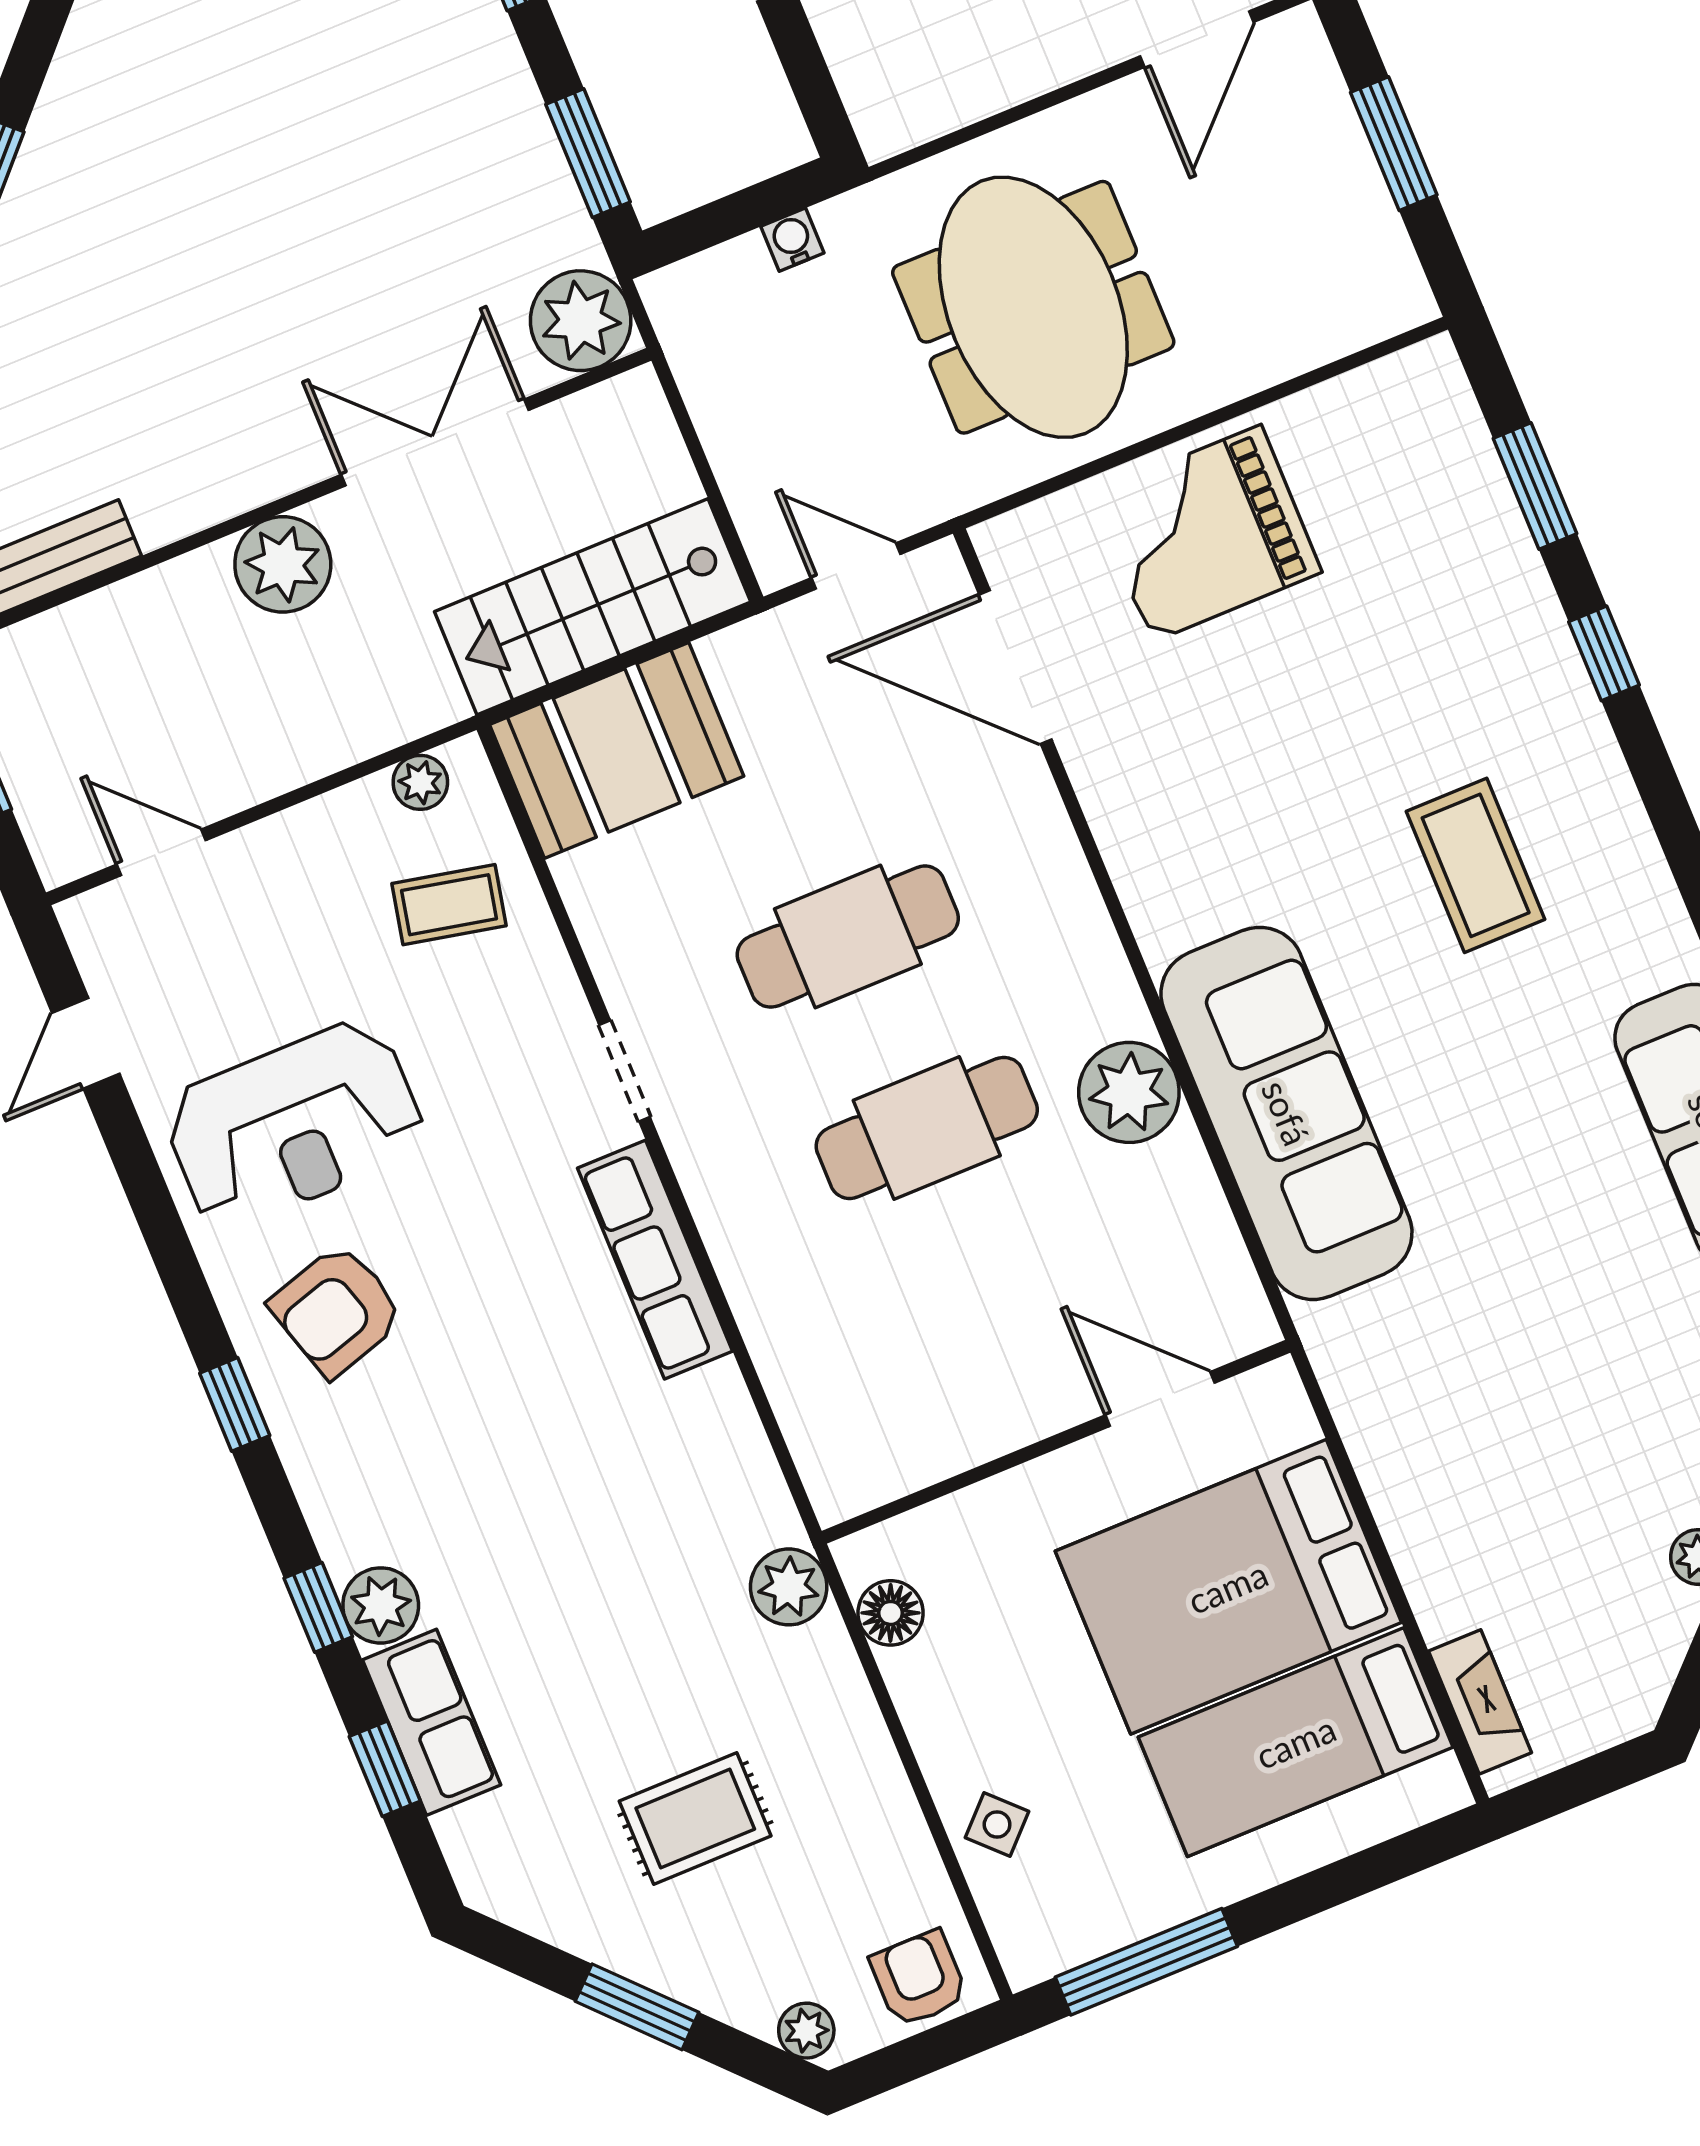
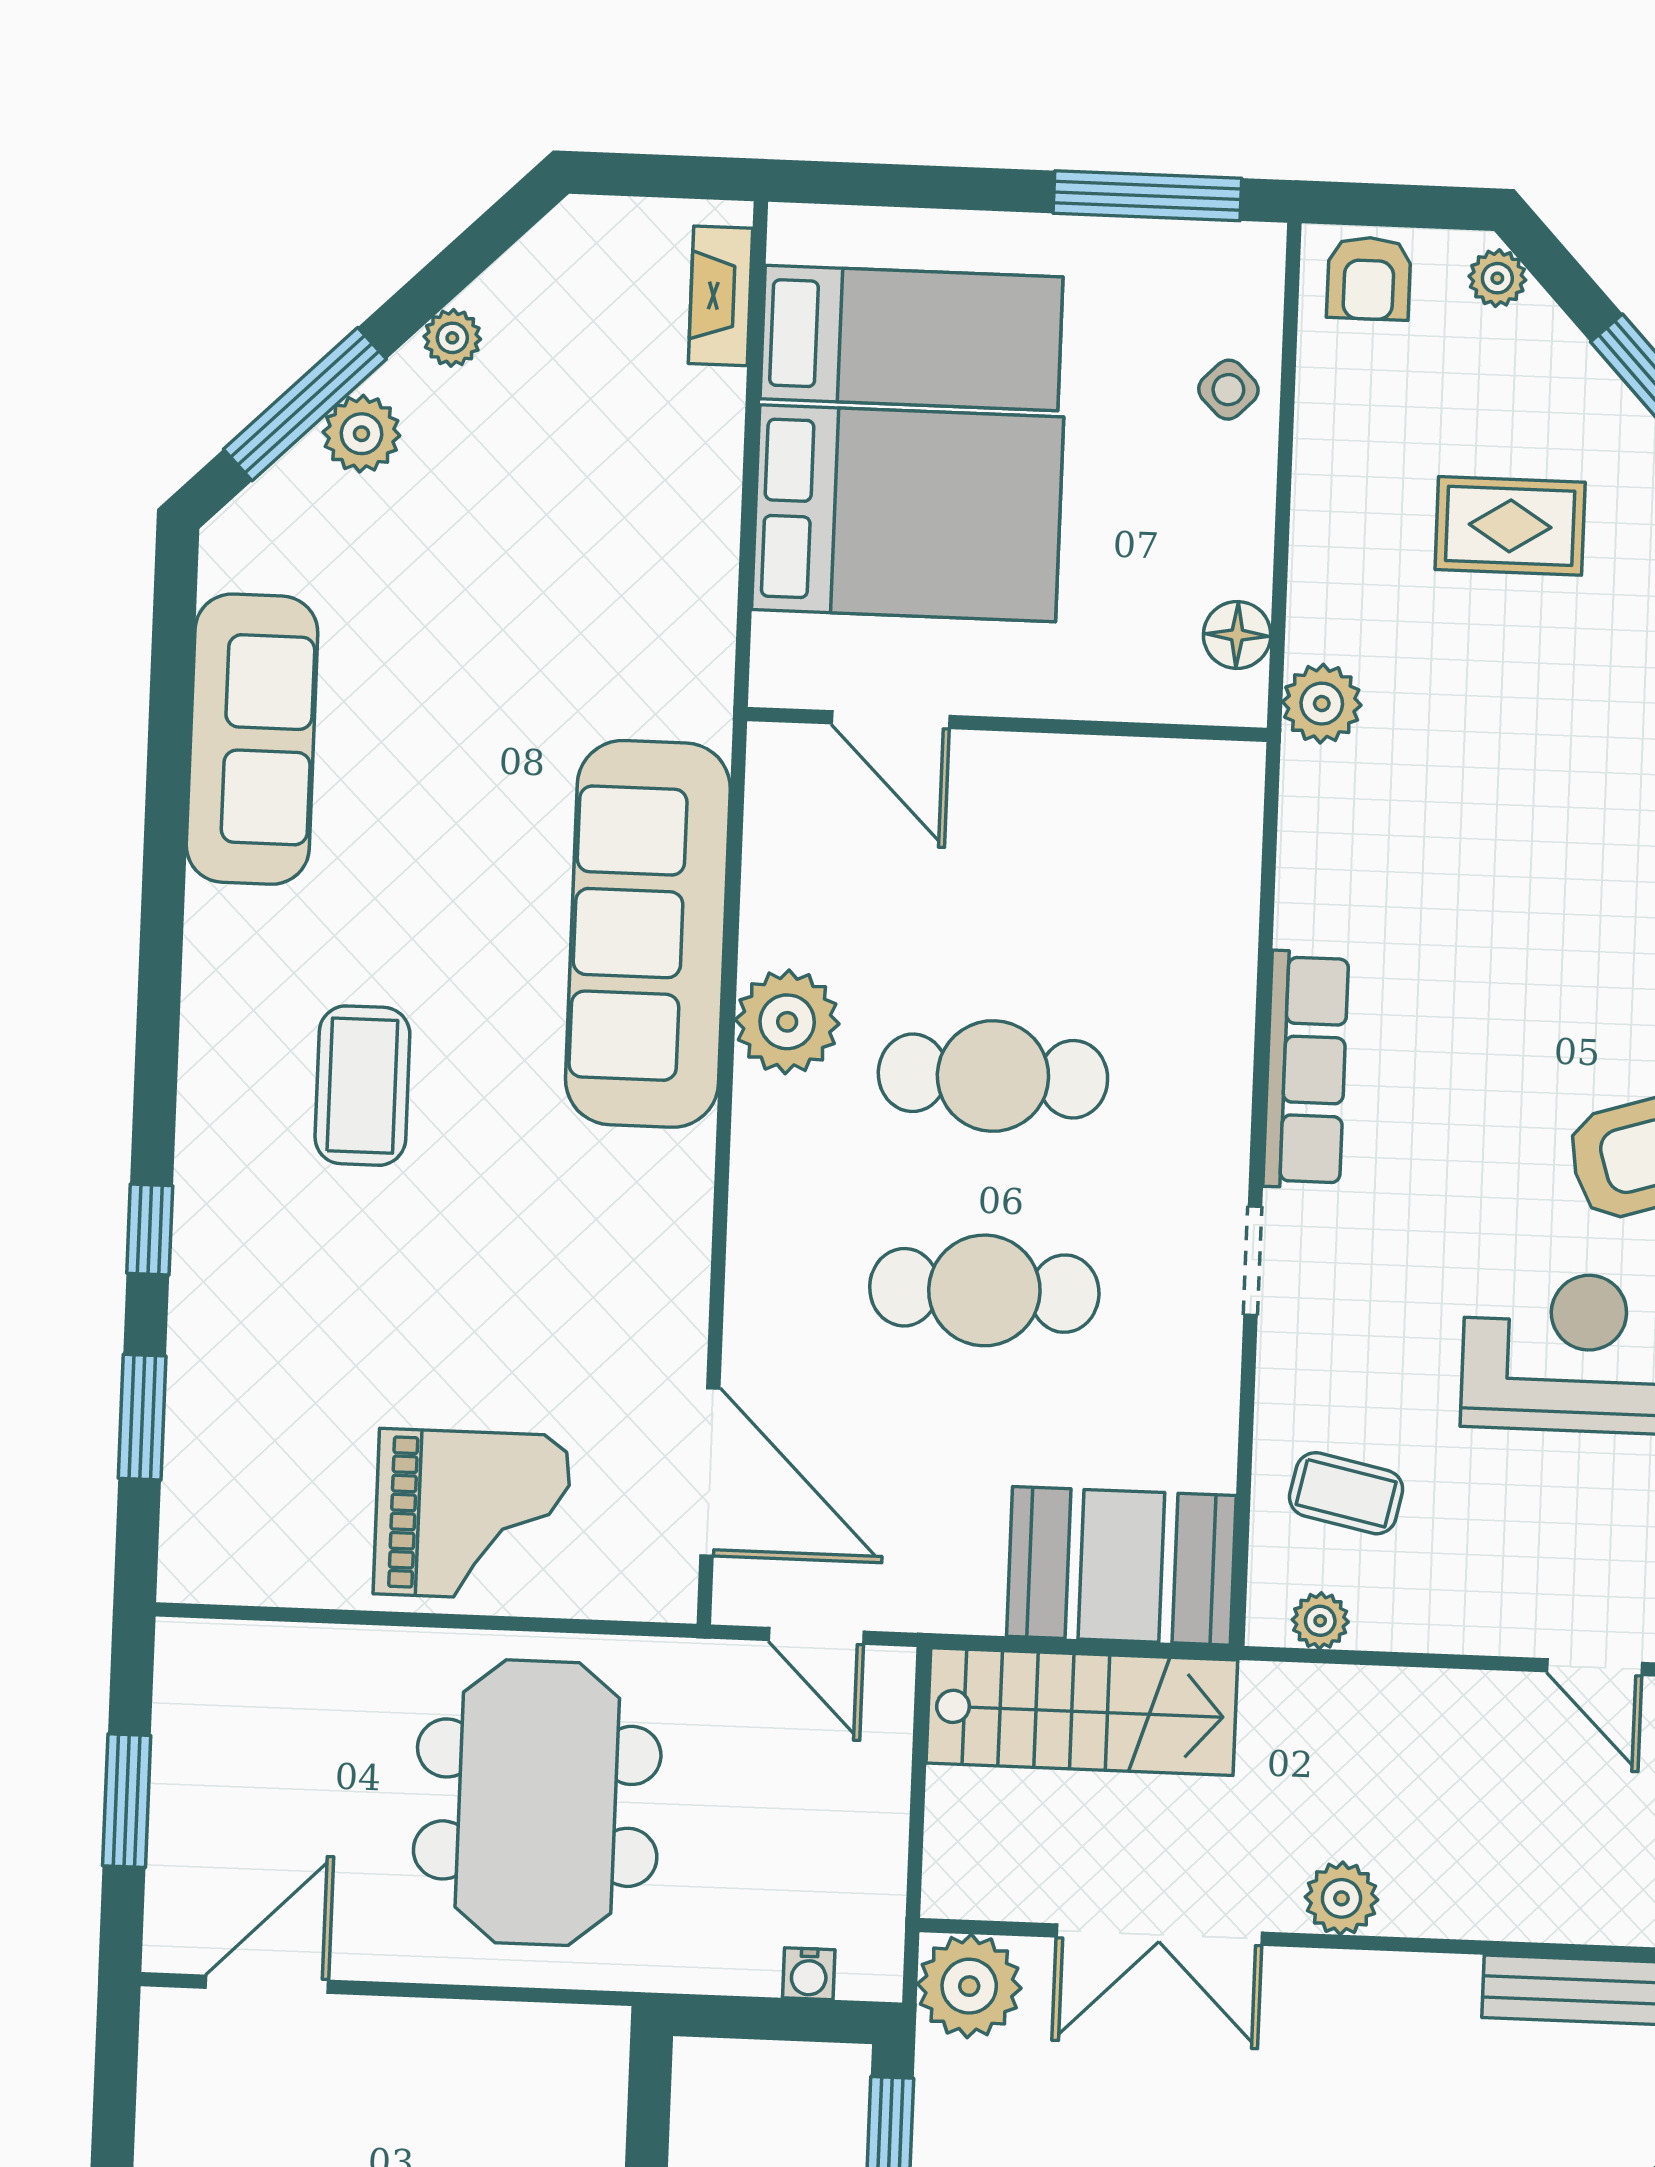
water cooler: (792, 240) -> (809, 1974), moved
plant: (283, 564) -> (1341, 1898), width x0.73, depth x0.73

